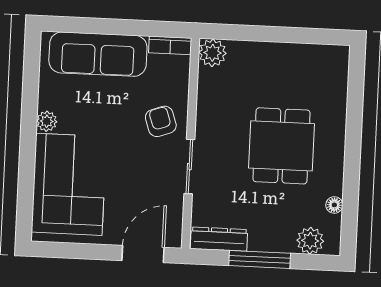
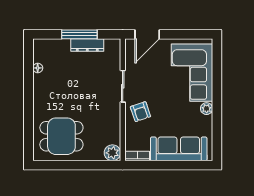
dining table: (281, 146) -> (61, 136), moved, turned 90
dresser: (219, 239) -> (87, 45), moved
plant: (310, 241) -> (51, 47), removed

